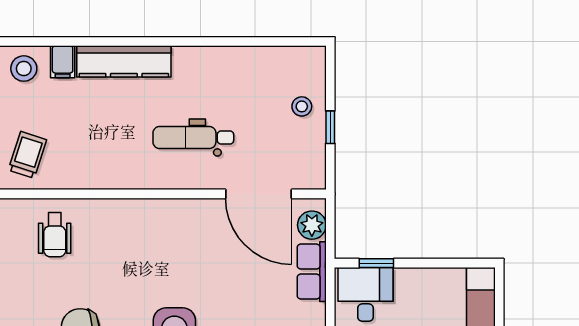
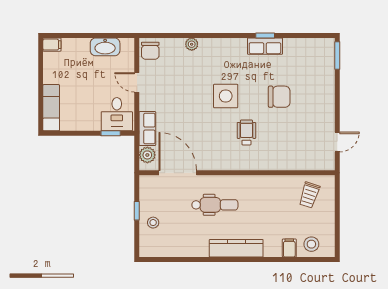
kitchen counter: (124, 61) -> (236, 248), moved
wheelchair: (55, 235) -> (246, 132), moved

